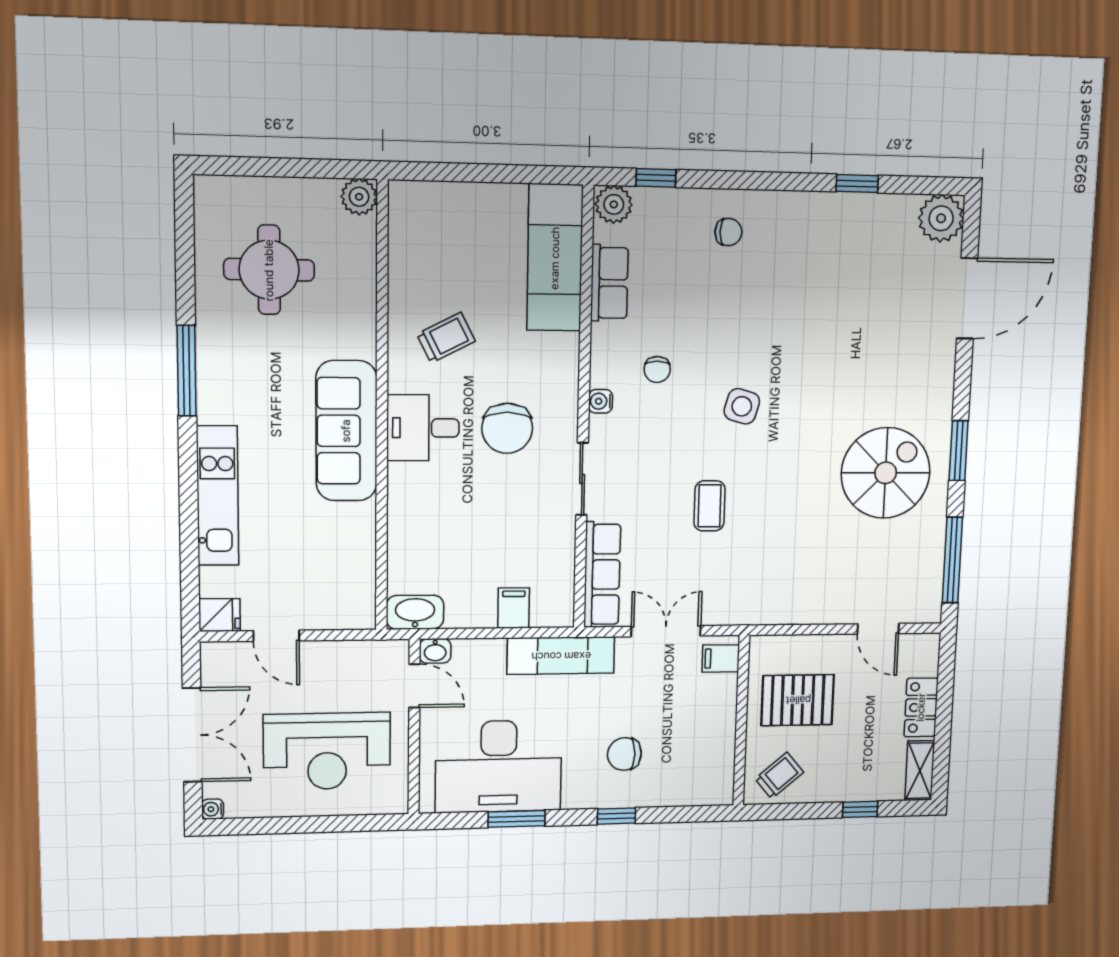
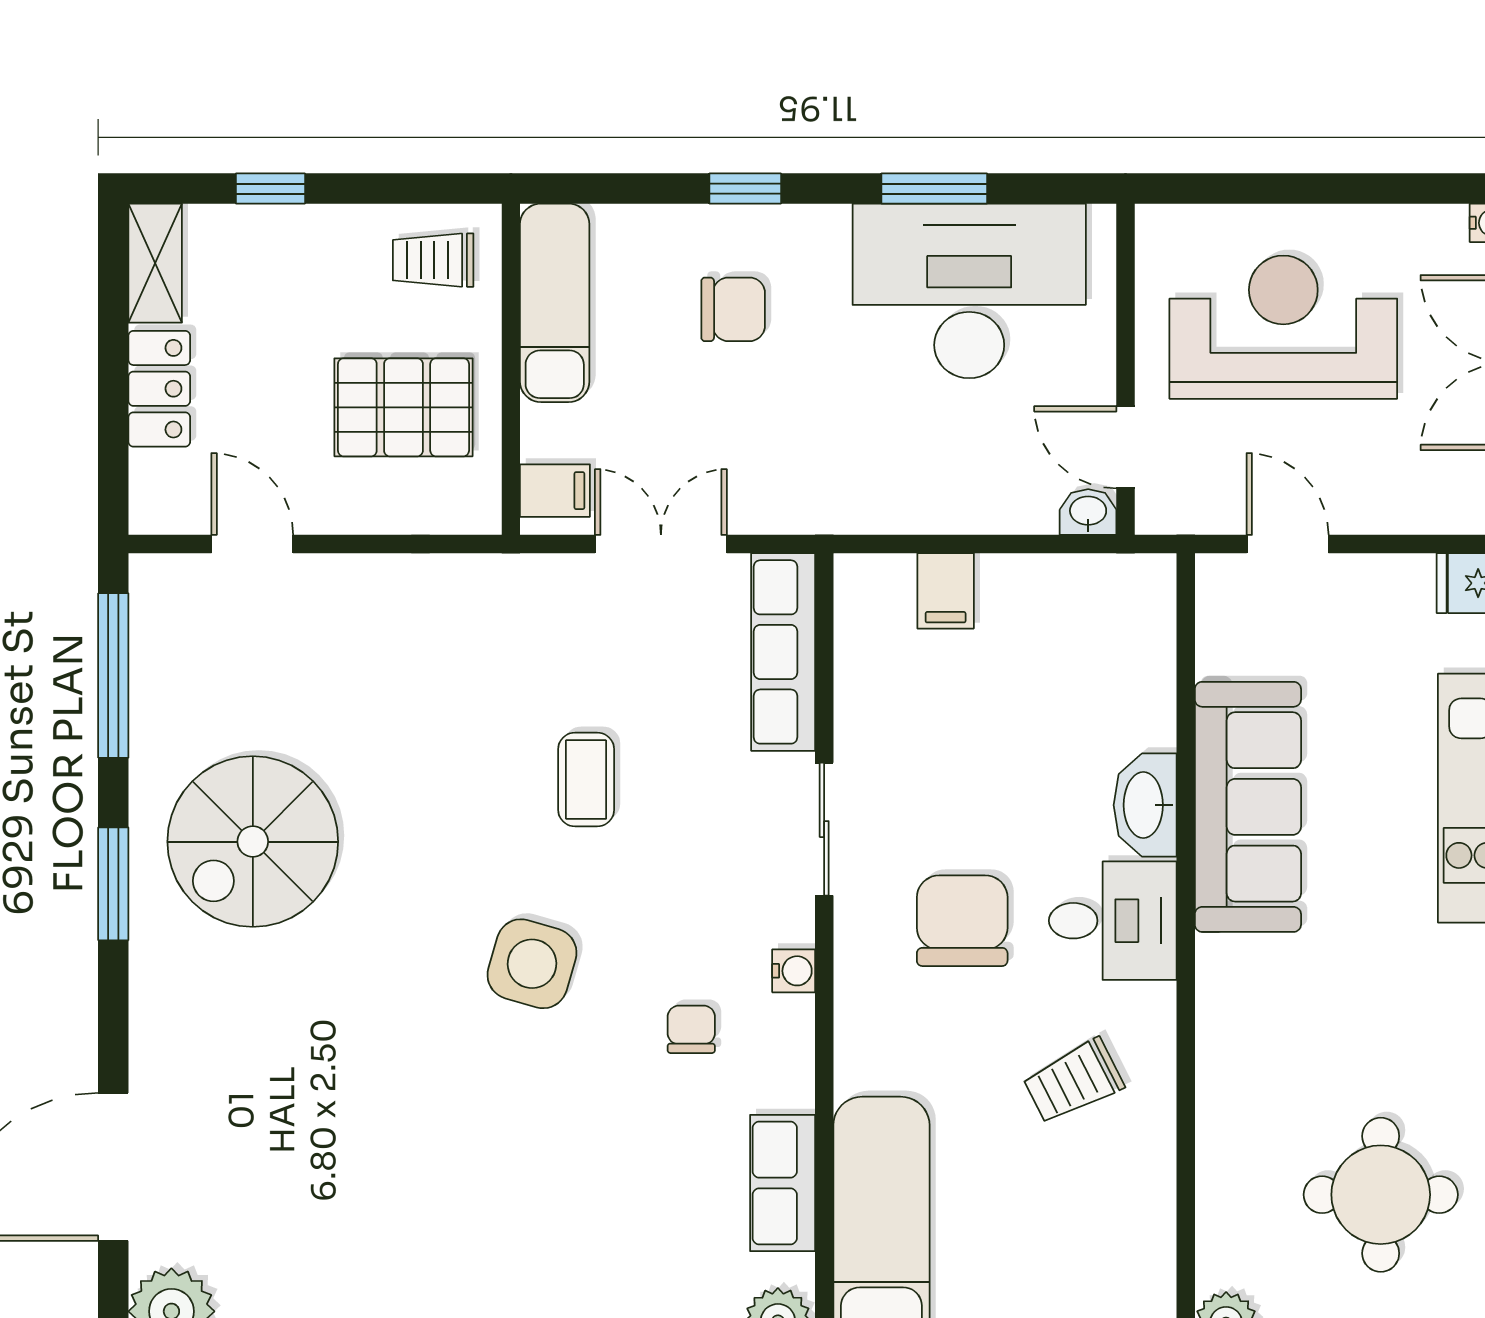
chair: (728, 232) -> (568, 1278), removed
side table: (742, 406) -> (532, 964), width x1.37, depth x1.37
sofa: (346, 431) -> (1248, 807), moved
washbasin: (415, 612) -> (1145, 805), moved, turned 90
double door: (666, 631) -> (661, 544), swing flipped
door: (276, 636) -> (1288, 544), moved
exam couch: (561, 656) -> (555, 303), moved, turned 90
trolley: (779, 776) -> (433, 260), turned 40

